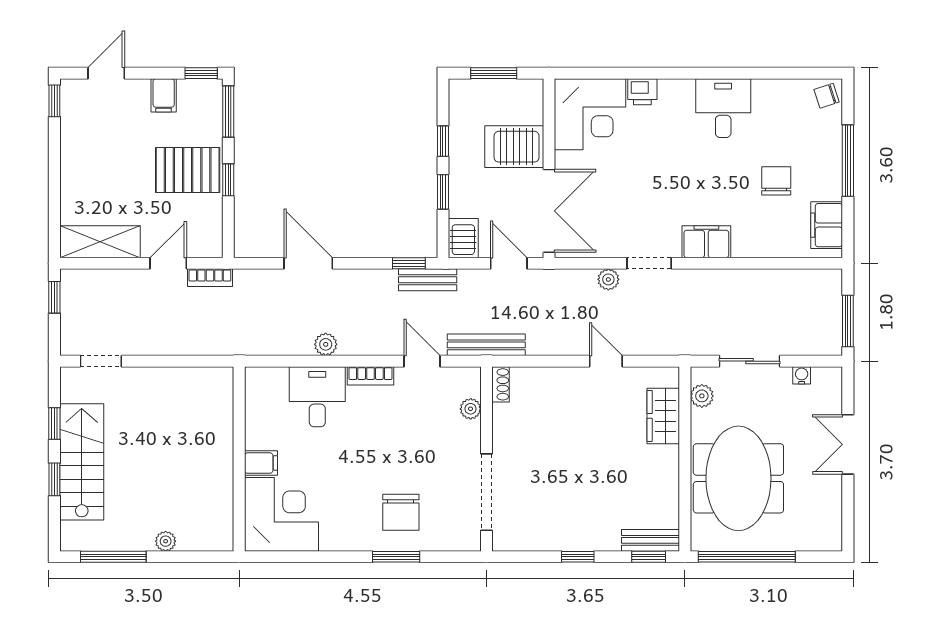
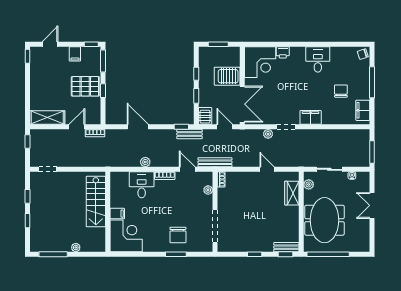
stairs: (82, 462) -> (96, 202), moved, turned 180

